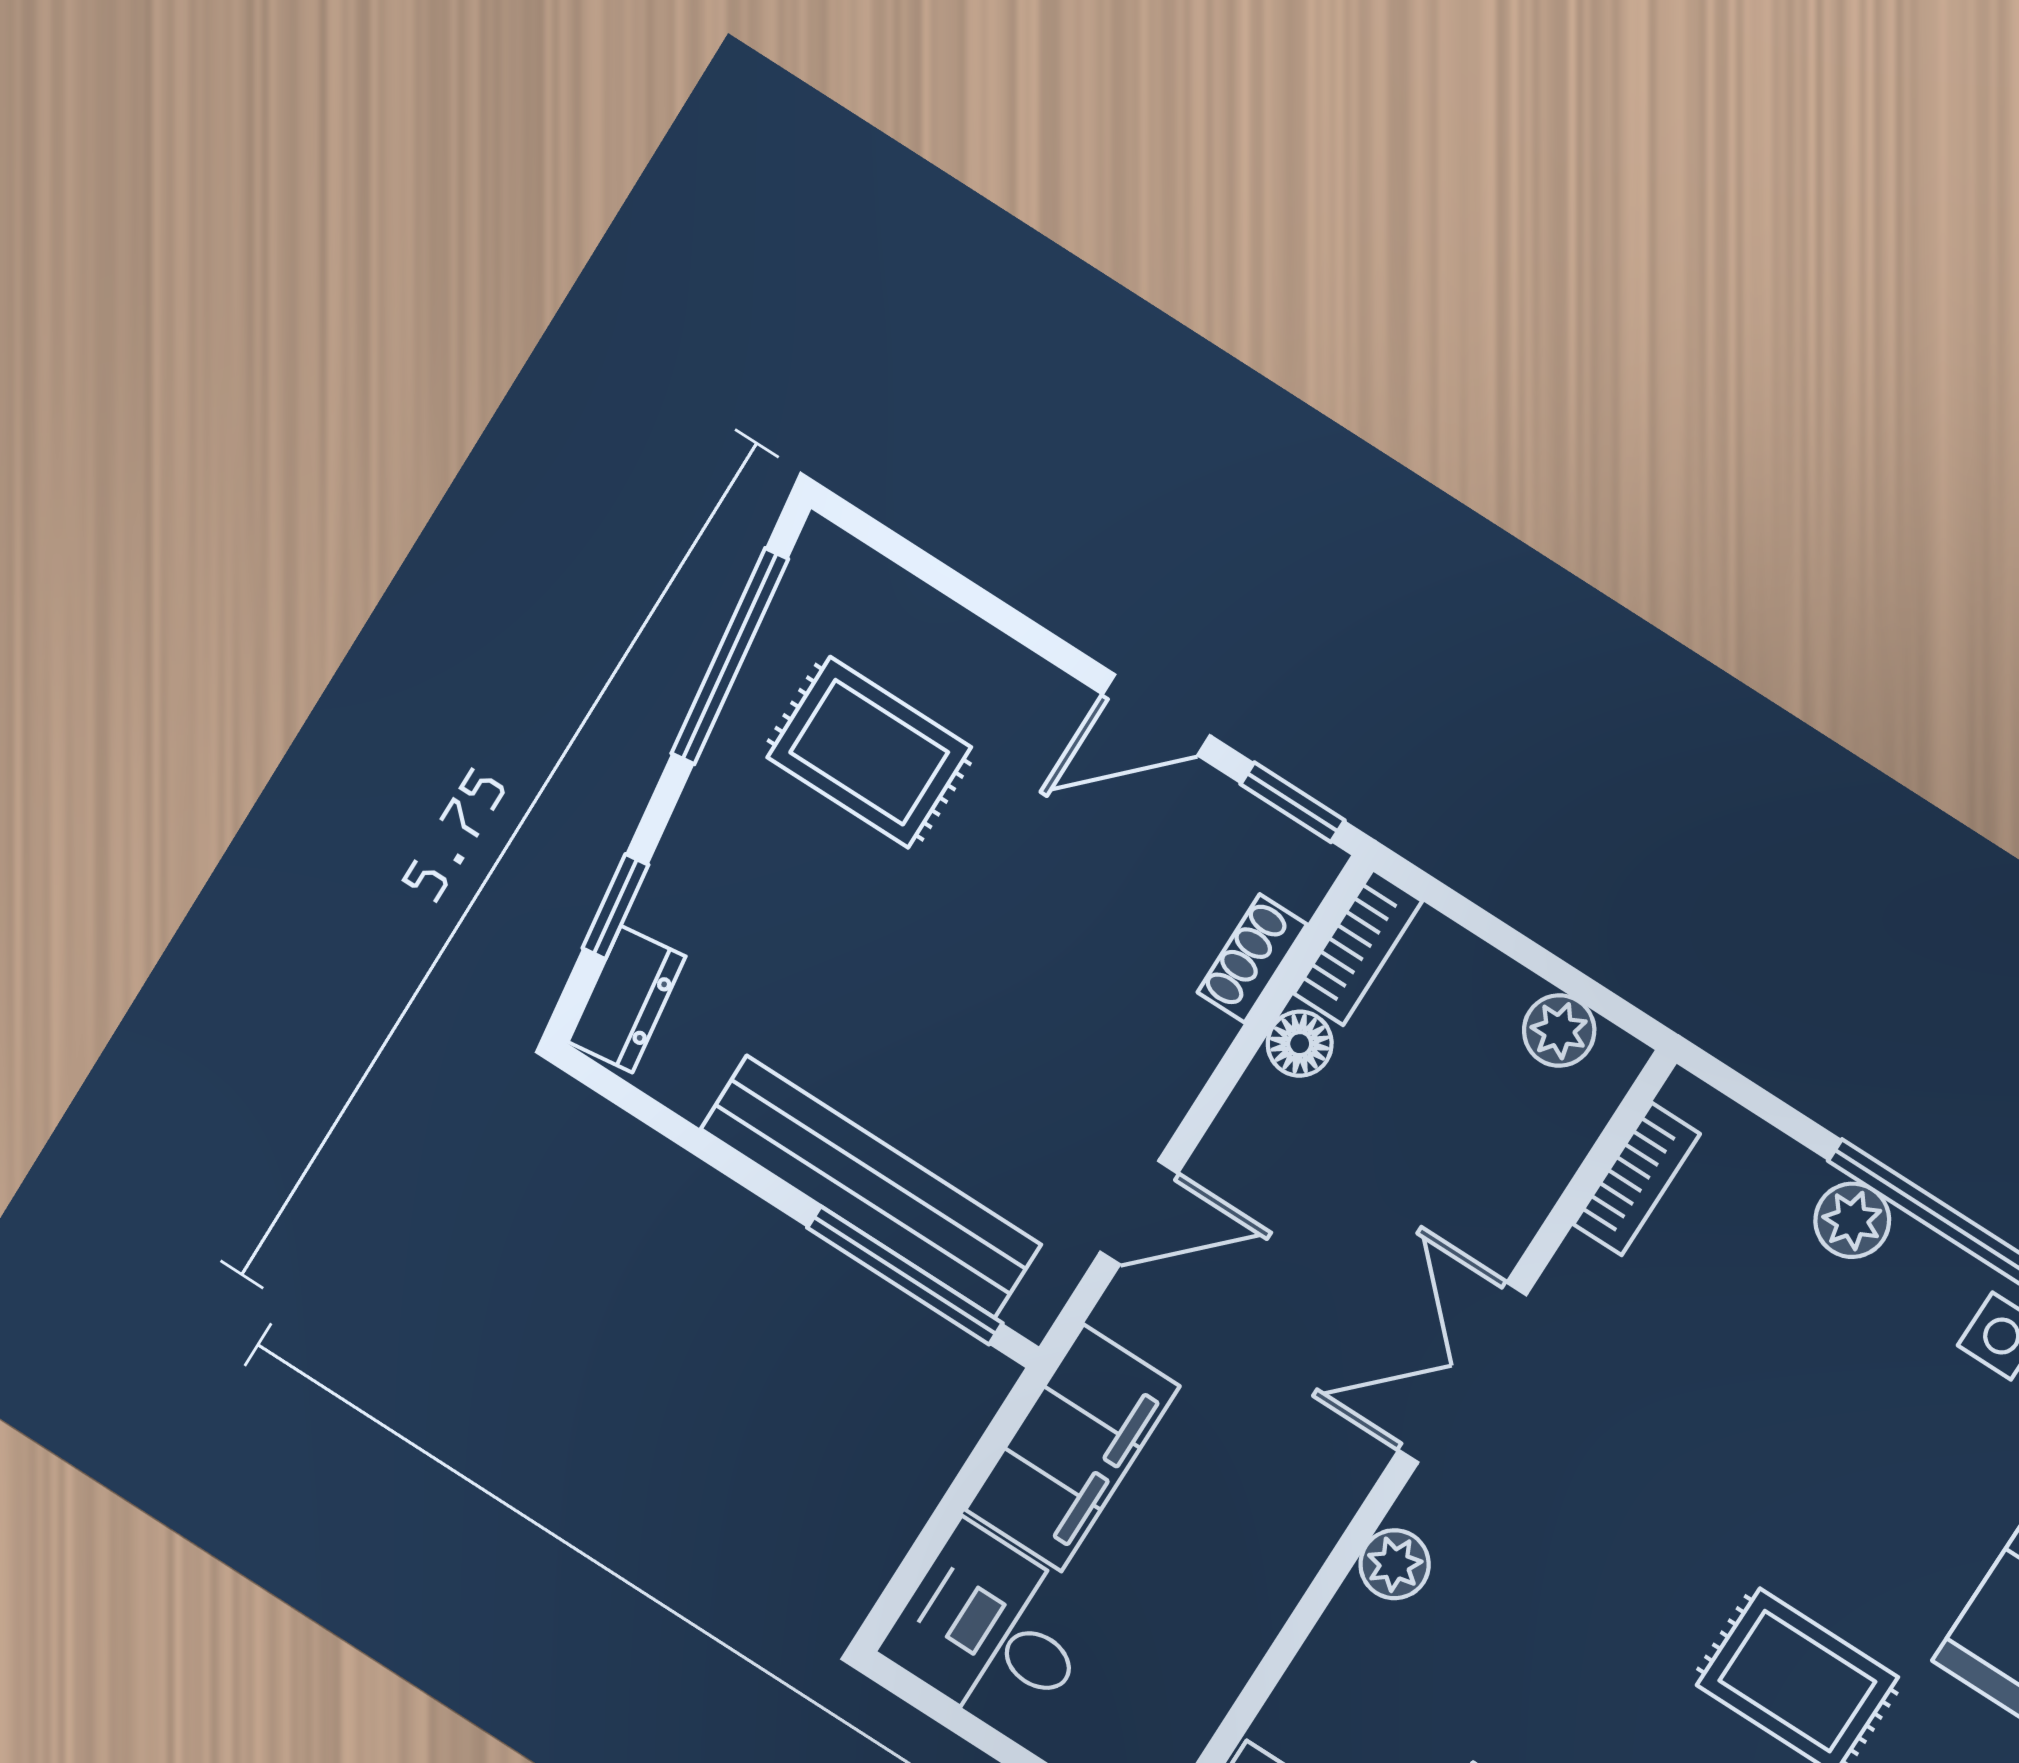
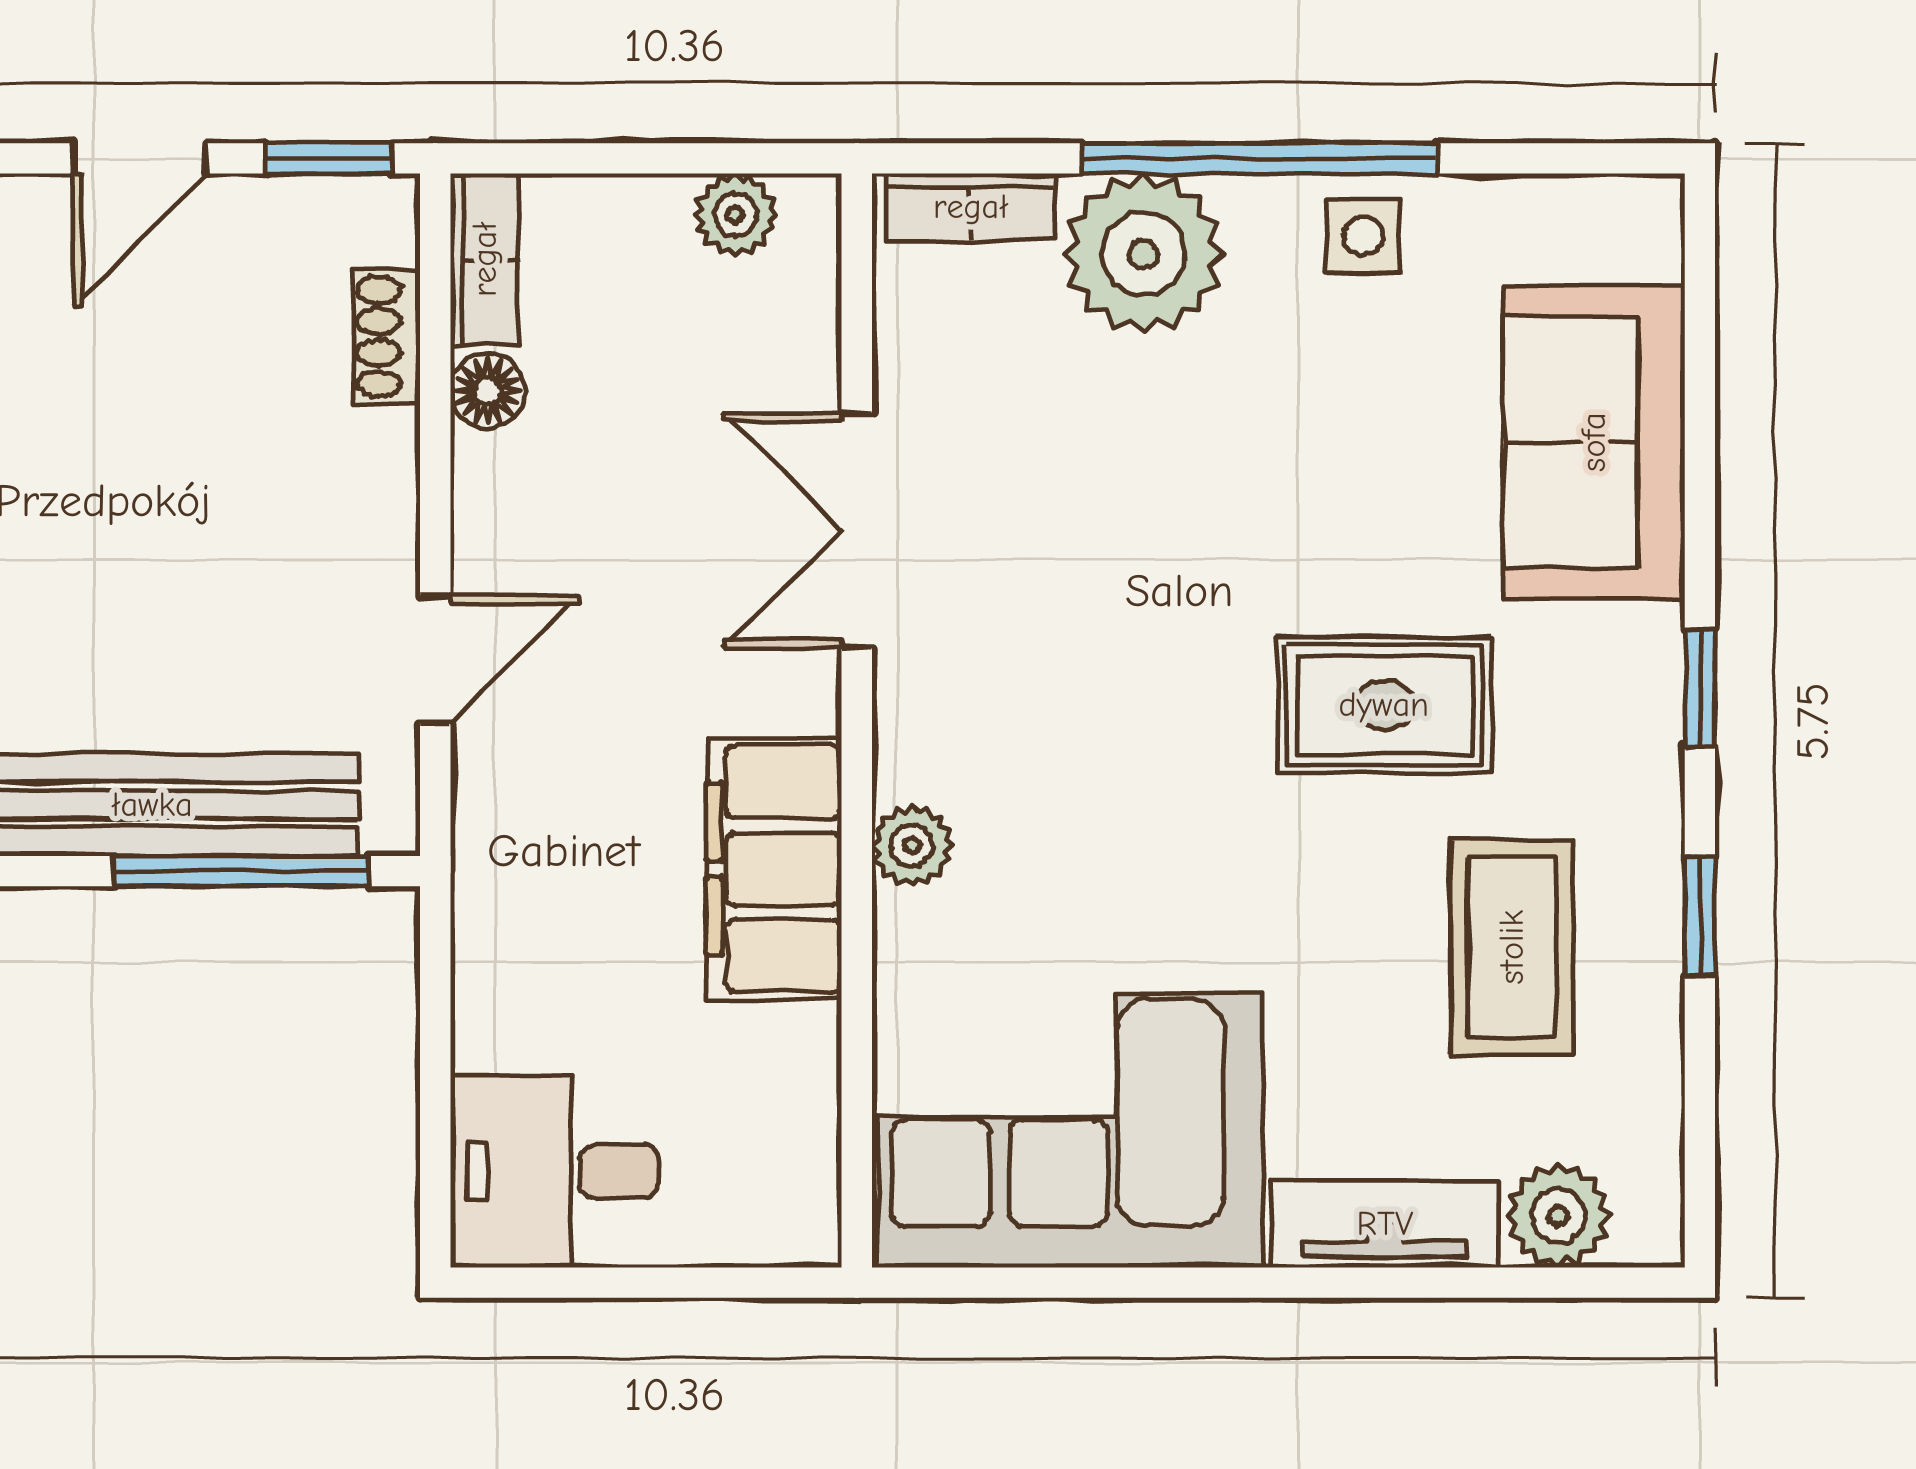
bookcase: (1637, 1179) -> (971, 207), moved, turned 90
plant: (1852, 1220) -> (1143, 254), width x1.88, depth x1.88
double door: (1462, 1373) -> (857, 530), moved
filing cabinet: (1072, 1448) -> (774, 869), moved, turned 180

